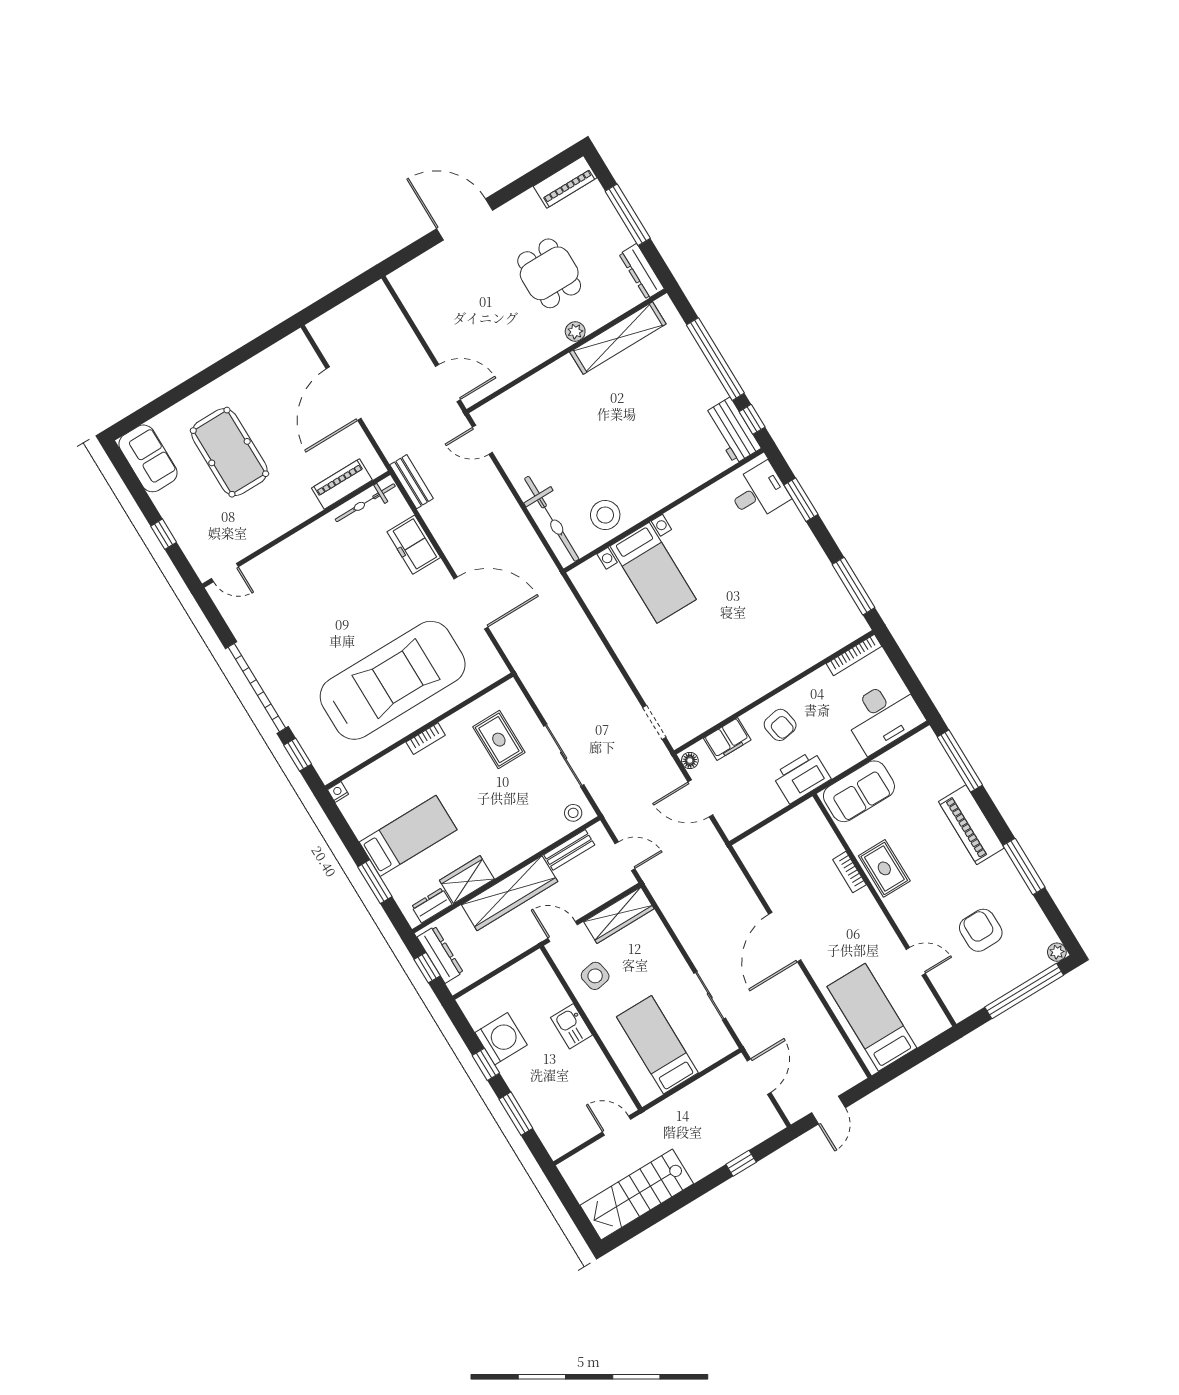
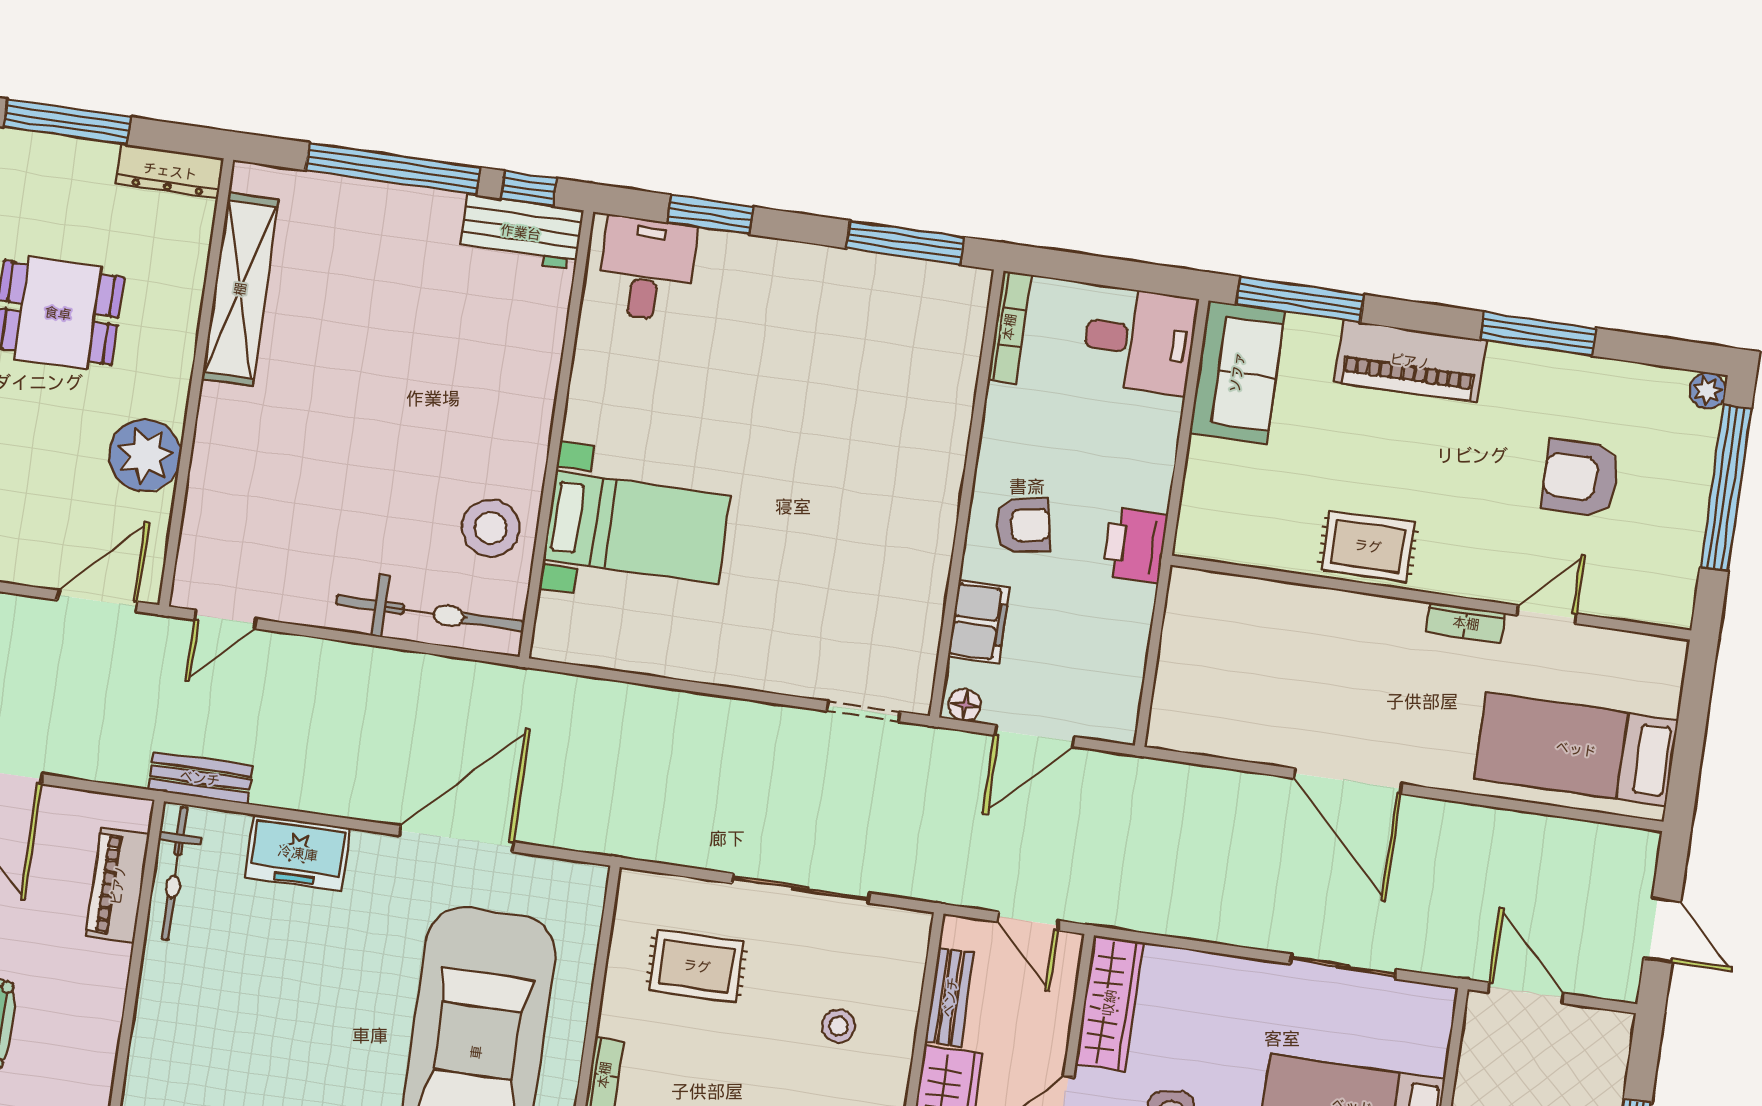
plant: (575, 332) -> (145, 455), moved, width x1.87, depth x1.87
desk: (883, 716) -> (1139, 340), width x0.73
printer: (802, 777) -> (1135, 545), width x0.73, depth x0.84
sofa: (859, 791) -> (1237, 372), moved
stool: (573, 813) -> (839, 1026), moved
door: (625, 856) -> (1028, 921), swing flipped
bookcase: (849, 872) -> (1466, 623), moved

